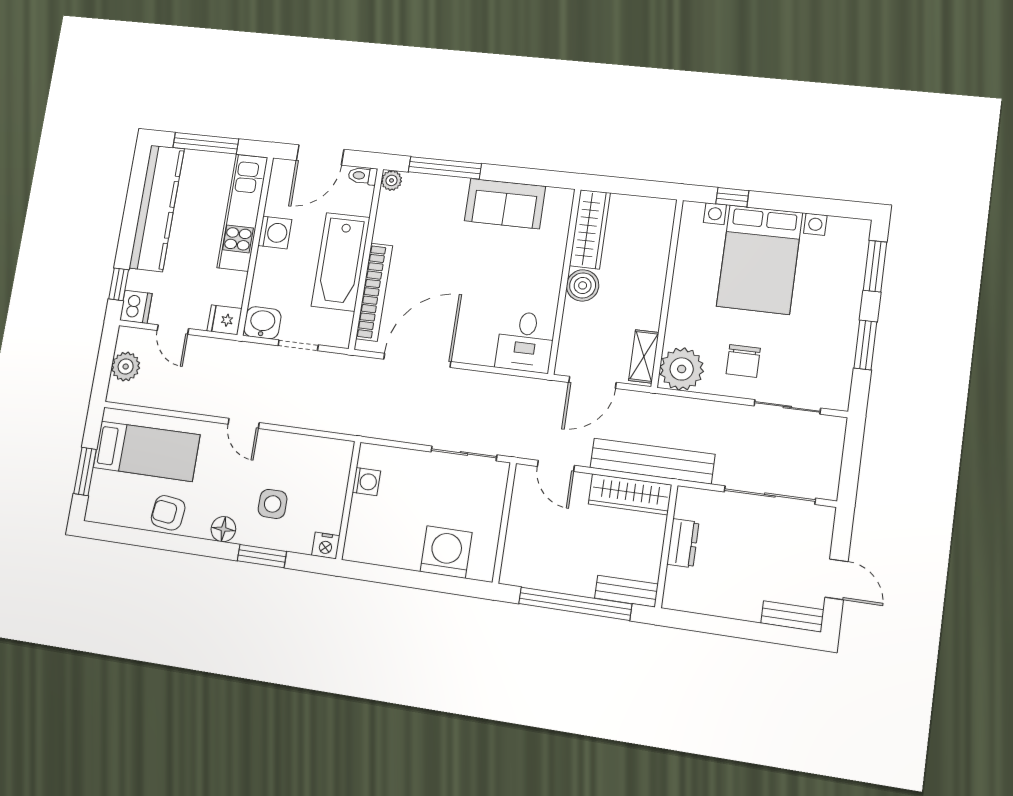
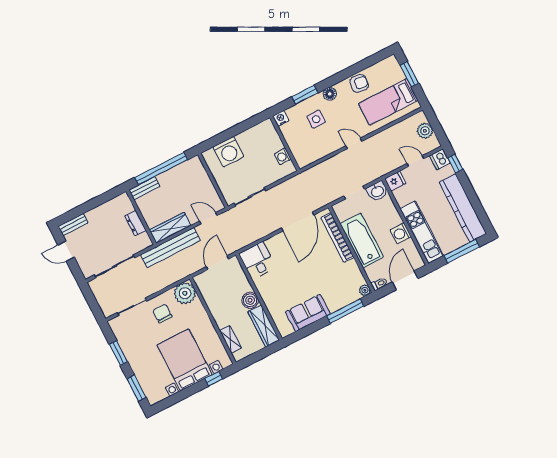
shelving: (644, 356) -> (230, 339), moved

